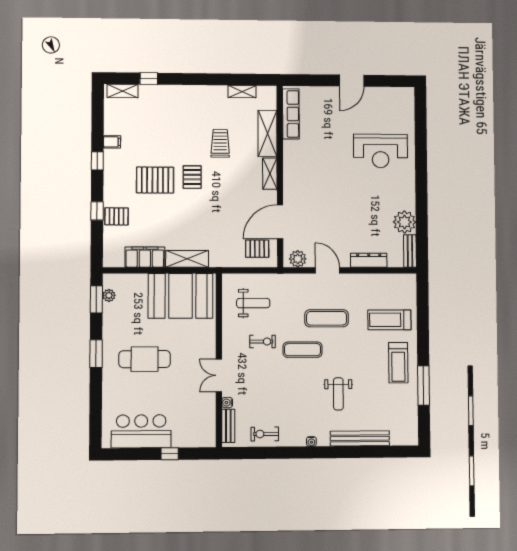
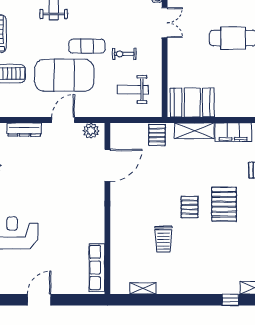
shelving: (267, 133) -> (119, 249), removed
shelving: (270, 174) -> (117, 211), removed
pallet: (155, 180) -> (224, 204), turned 90
pallet: (257, 249) -> (157, 135), moved, turned 90
door: (328, 270) -> (63, 120), swing flipped
booth: (181, 296) -> (192, 103), width x0.73, depth x0.70
exercise mat: (327, 318) -> (64, 75), width x2.00, depth x1.45

